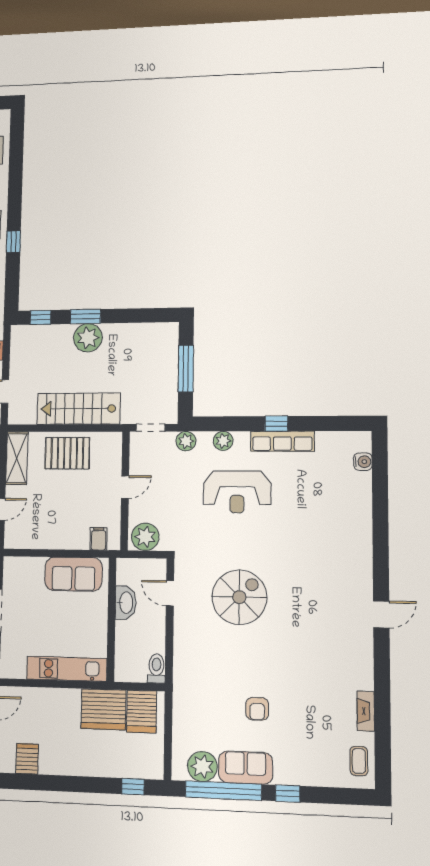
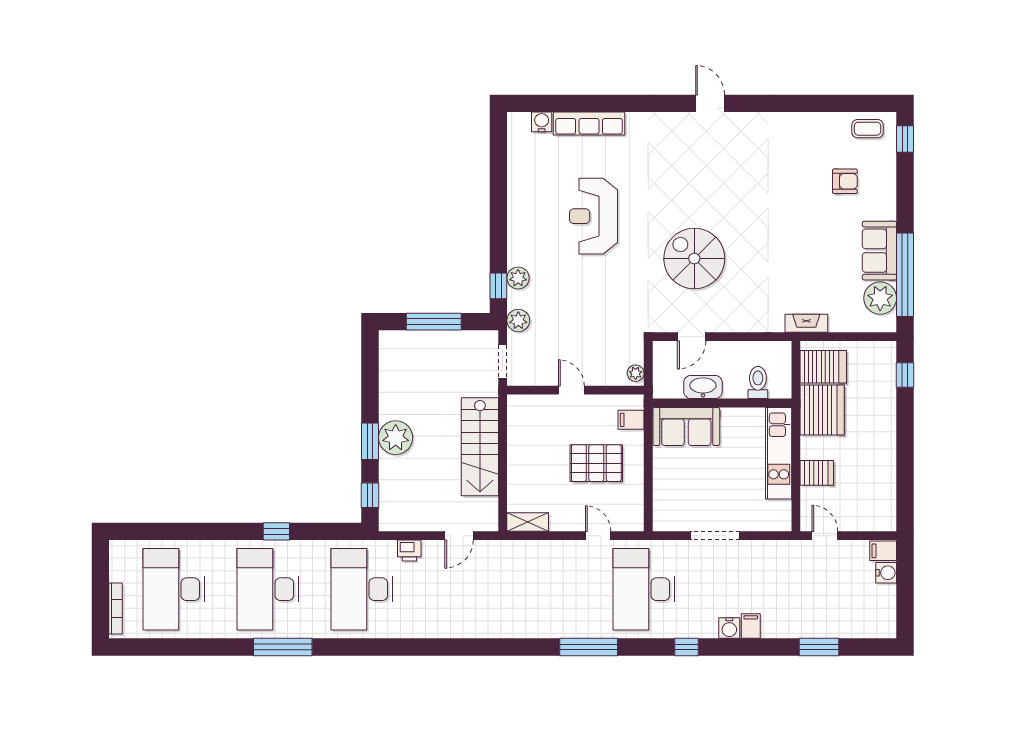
window: (276, 424) -> (498, 286), moved
row of seats: (282, 441) -> (589, 123), moved, turned 90
pallet: (67, 453) -> (596, 463), moved, turned 90
shelving: (17, 458) -> (528, 522), width x0.67, depth x0.75
reception desk: (237, 492) -> (594, 216), moved, turned 180
plant: (145, 537) -> (636, 373), width x0.53, depth x0.53
sofa: (73, 574) -> (686, 426), moved, turned 90
toilet: (156, 668) -> (758, 382), moved, turned 90
armchair: (257, 709) -> (845, 181), moved
fireplace: (366, 711) -> (806, 323), moved, turned 180
server rack: (27, 759) -> (817, 473), moved, turned 180
window: (288, 794) -> (905, 139), moved

